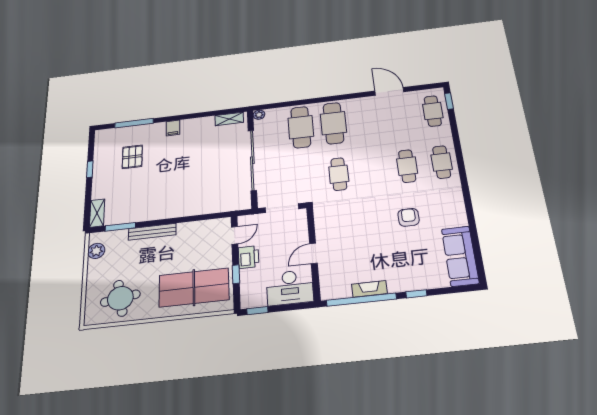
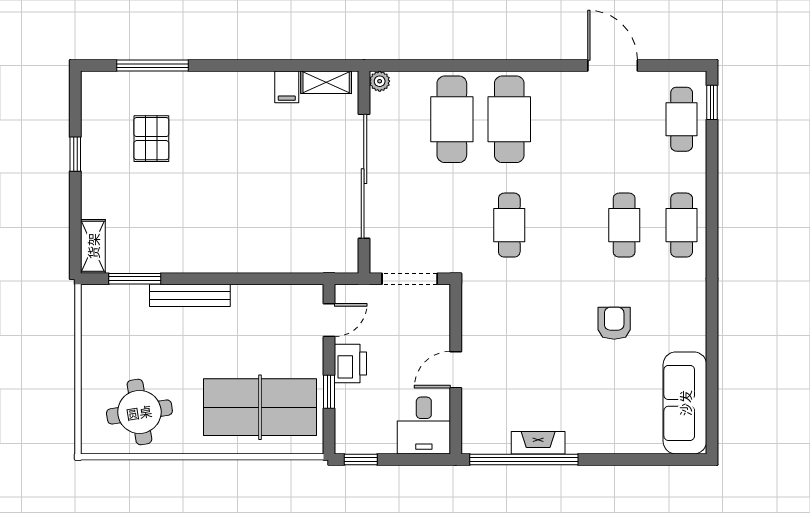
filing cabinet: (173, 128) -> (287, 87), moved
plant: (96, 251) -> (95, 320), removed
desk: (290, 288) -> (424, 426), width x0.73
window: (416, 294) -> (609, 459), removed

